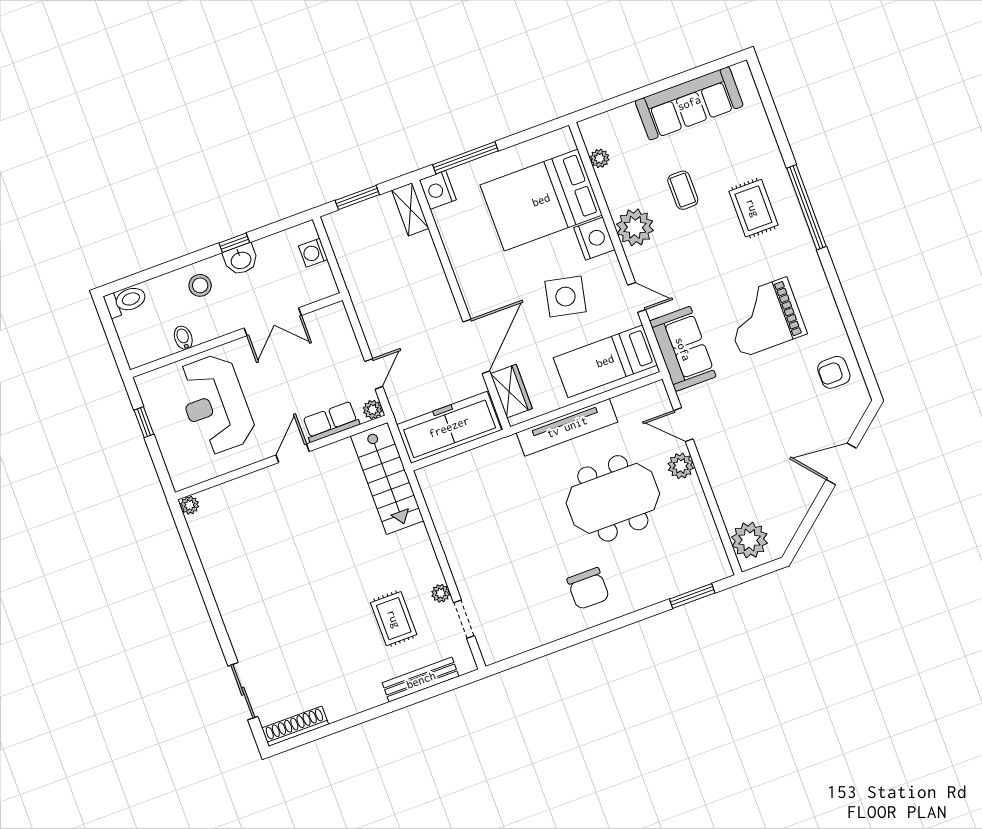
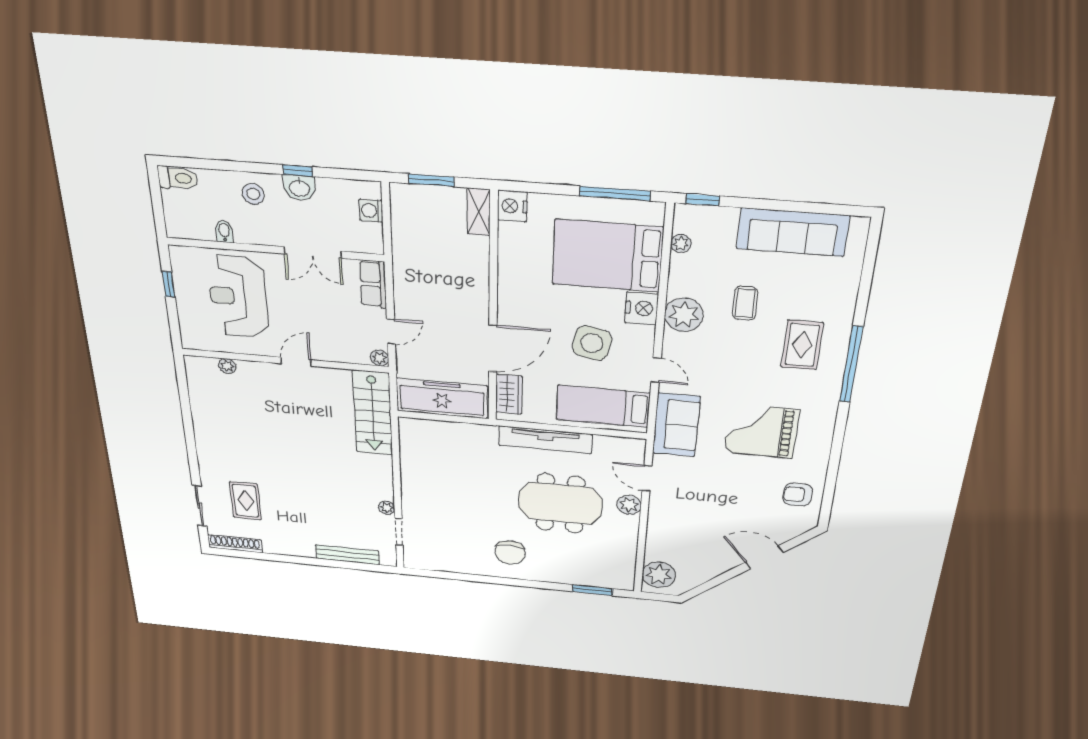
window: (599, 109) -> (703, 200), added
window: (465, 158) -> (615, 193), moved
row of seats: (331, 422) -> (373, 284), moved, turned -90
plant: (190, 505) -> (227, 366), moved
rug: (394, 619) -> (245, 501), moved

